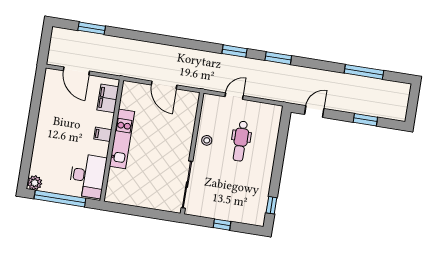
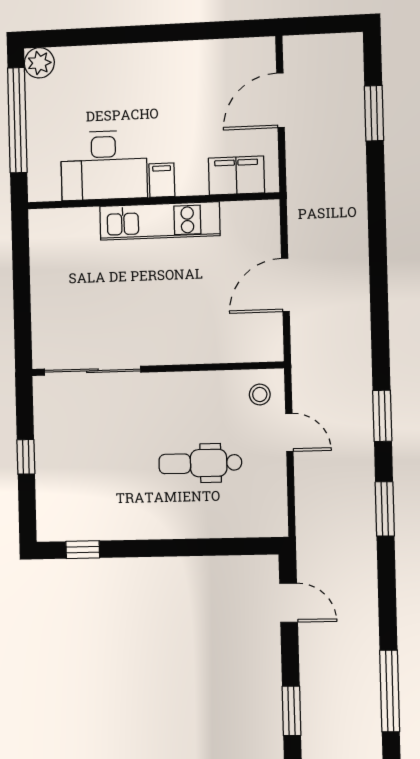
stool: (207, 140) -> (260, 394), moved
desk: (88, 176) -> (104, 165), moved

